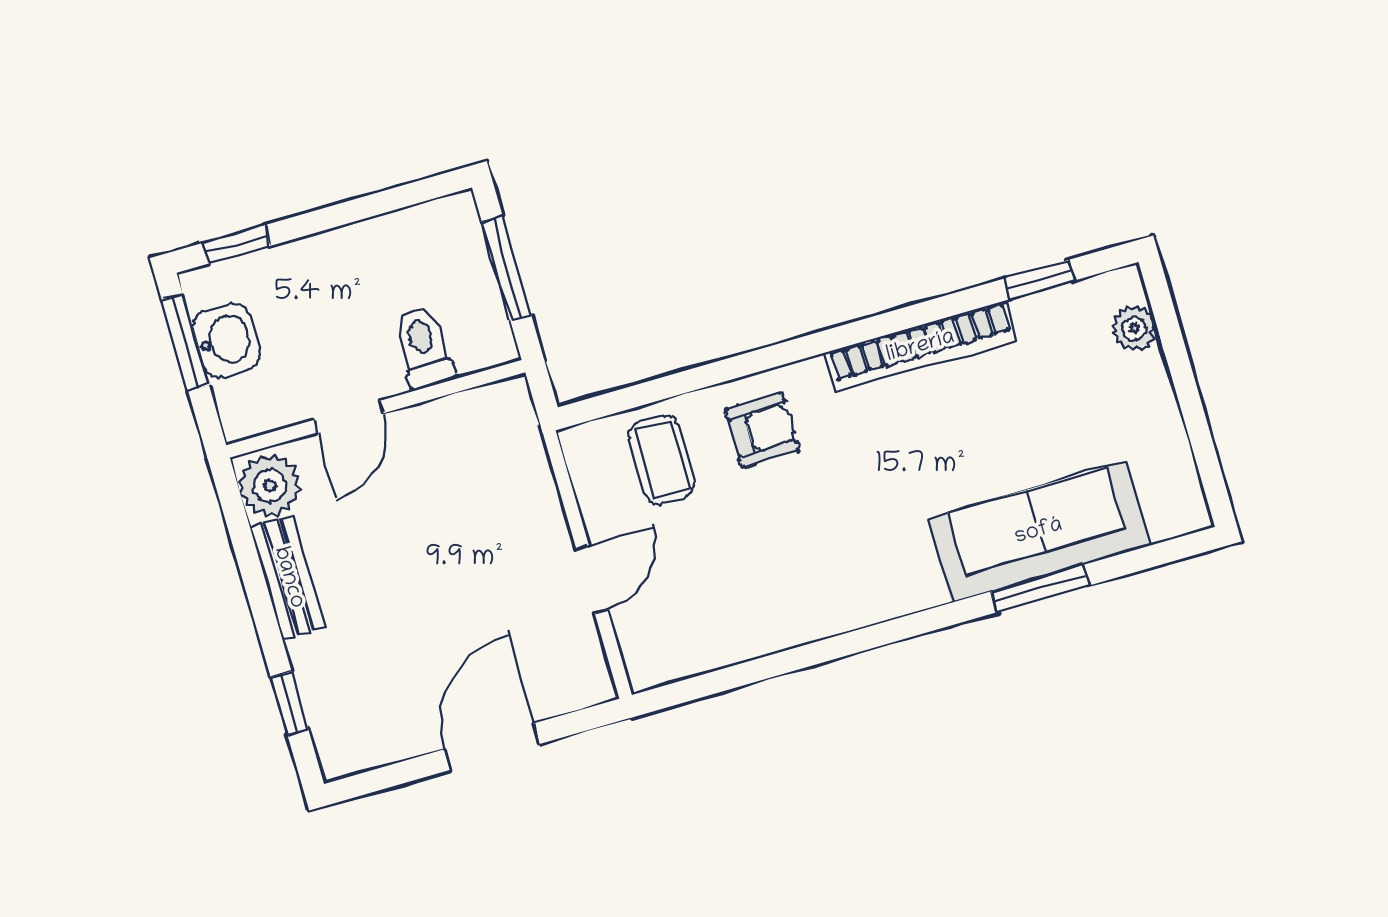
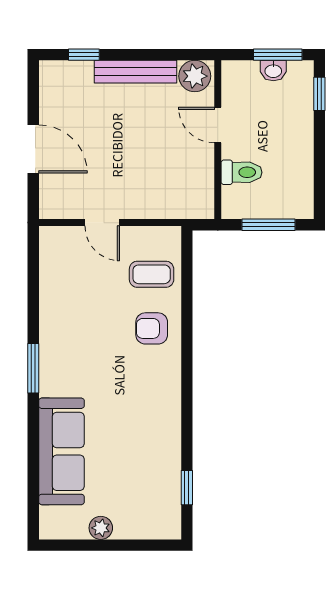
plant: (1134, 328) -> (101, 528), moved
washbasin: (226, 340) -> (273, 71), width x0.72, depth x0.69
bookcase: (921, 347) -> (170, 419), removed
armchair: (762, 430) -> (152, 328), turned 90
bench: (288, 578) -> (136, 72), width x1.36
window: (1040, 589) -> (33, 368), moved

